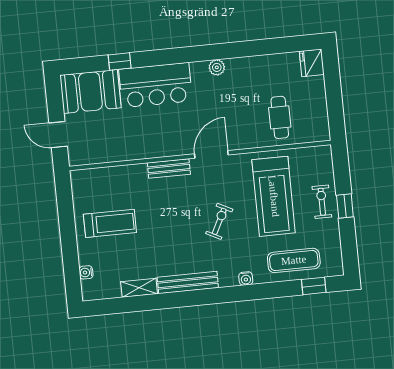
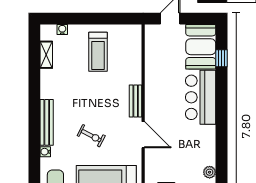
window: (120, 62) -> (222, 58), moved
plant: (217, 67) -> (210, 172), moved
bench: (188, 282) -> (47, 122), moved
shelving: (139, 288) -> (46, 55), moved

